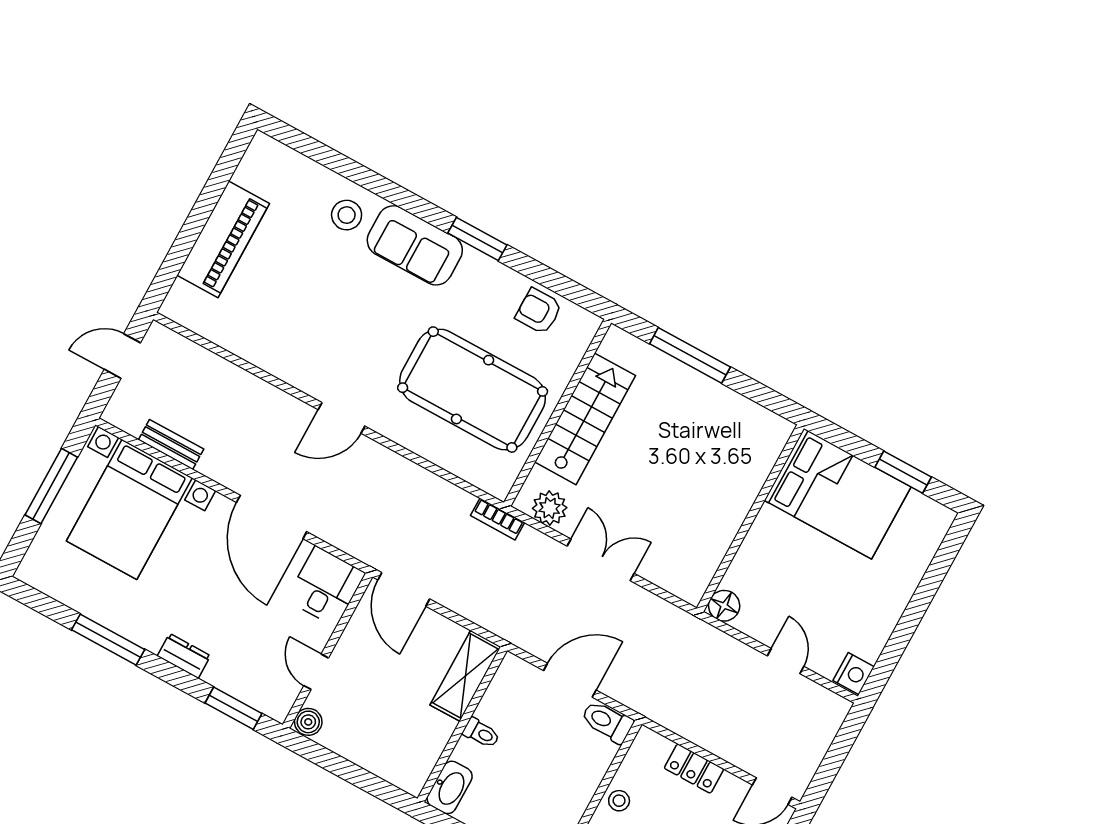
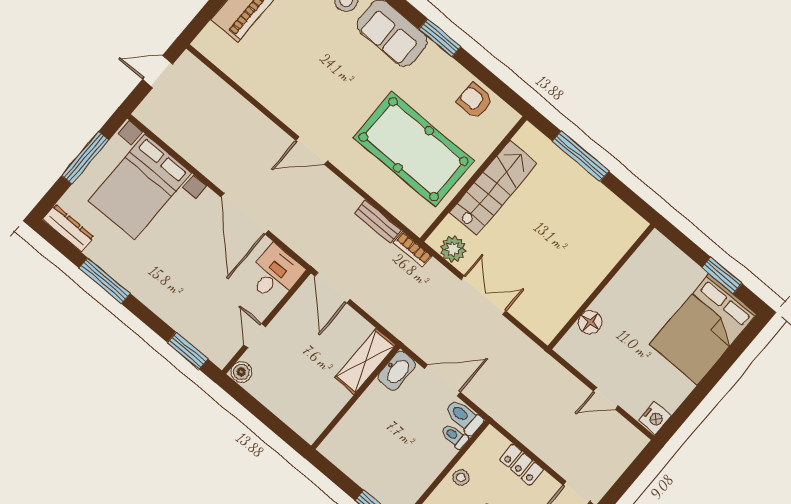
bench: (171, 444) -> (378, 222), moved
bed: (838, 494) -> (703, 329), moved, turned 90
floor lamp: (724, 606) -> (590, 322), moved
dresser: (184, 656) -> (68, 228), moved, width x1.44
door: (786, 661) -> (606, 398), swing flipped
toilet: (481, 733) -> (455, 436), moved, turned 180
washbasin: (450, 787) -> (397, 371), moved

